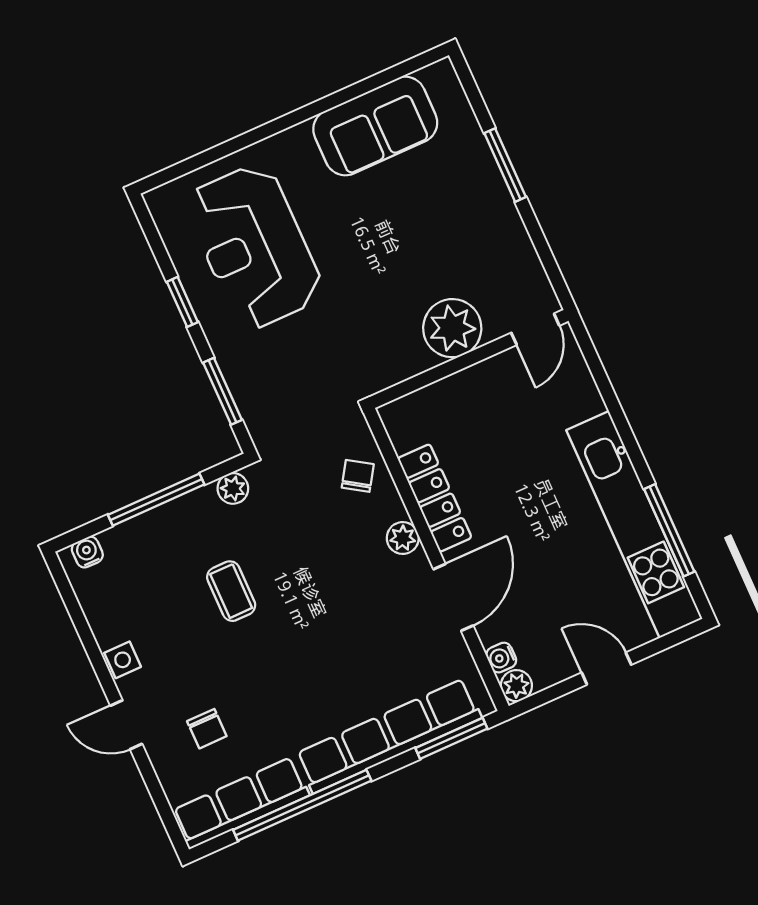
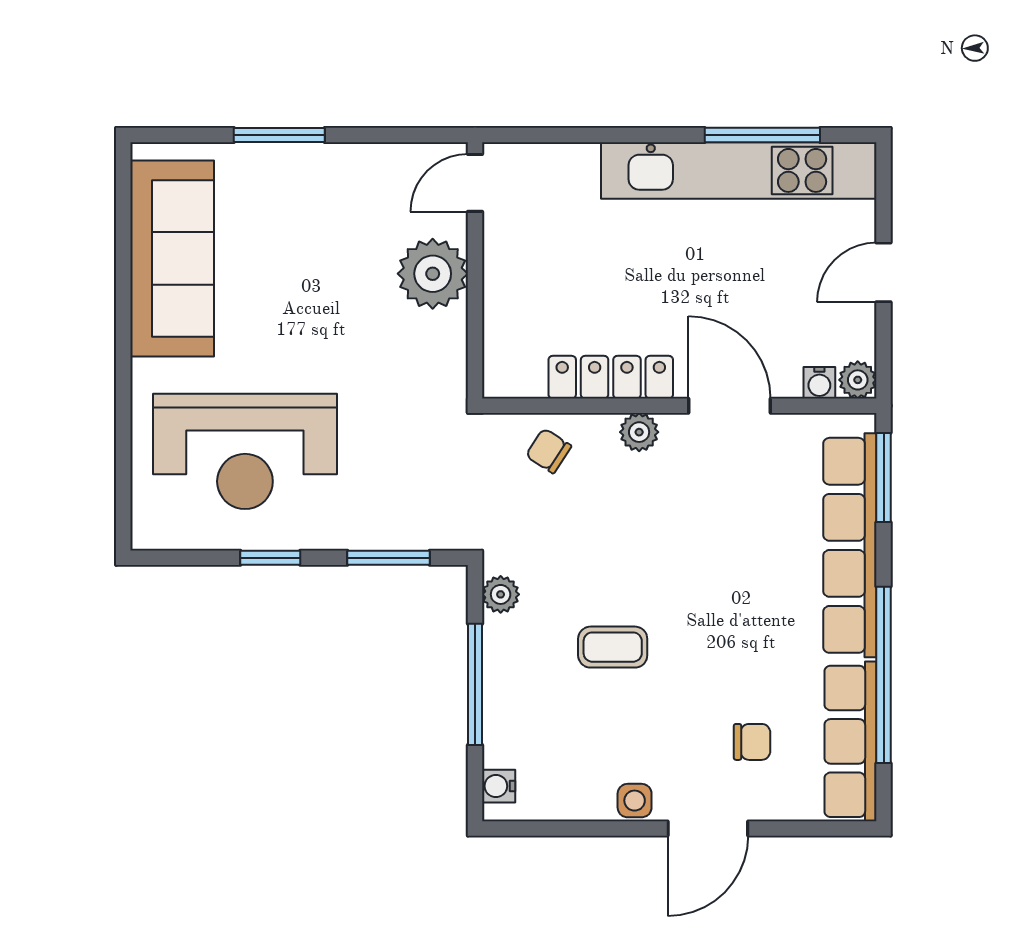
sofa: (375, 126) -> (172, 259), width x1.36
door: (535, 329) -> (475, 183), swing flipped
door: (126, 725) -> (708, 829), width x1.37

